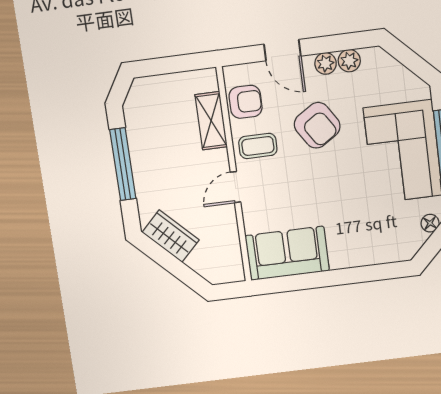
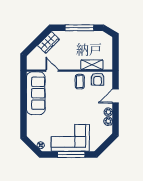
armchair: (317, 125) -> (85, 106), removed
door: (235, 187) -> (52, 71), moved
sofa: (287, 253) -> (36, 93), width x1.36

